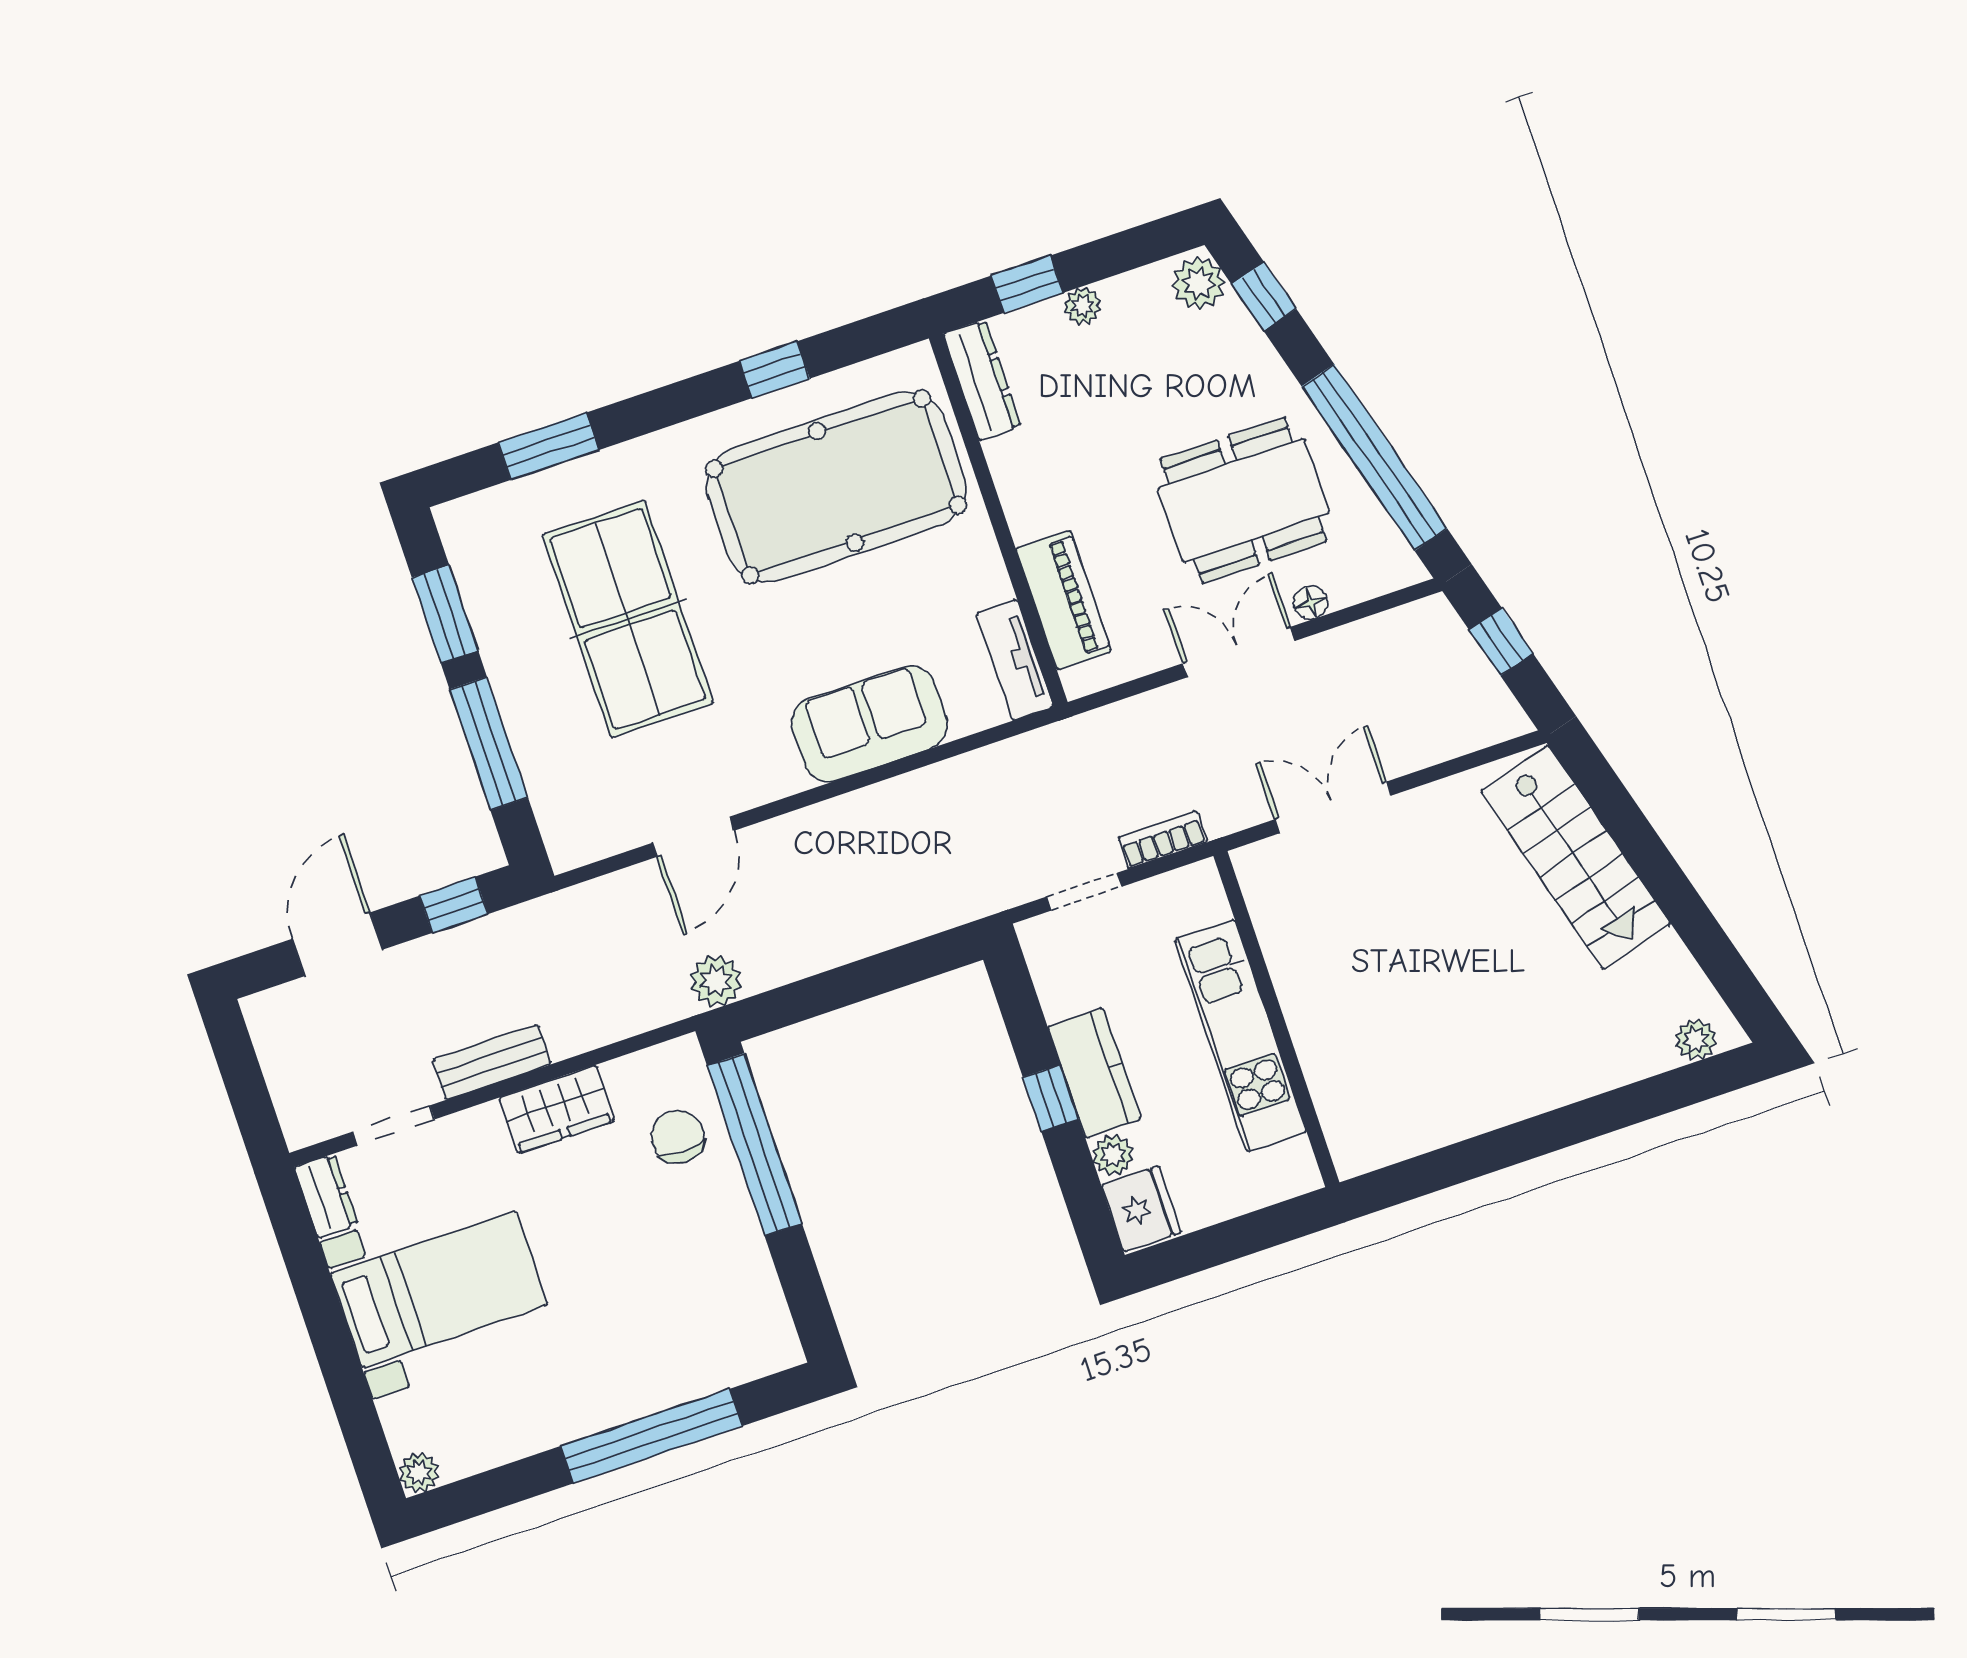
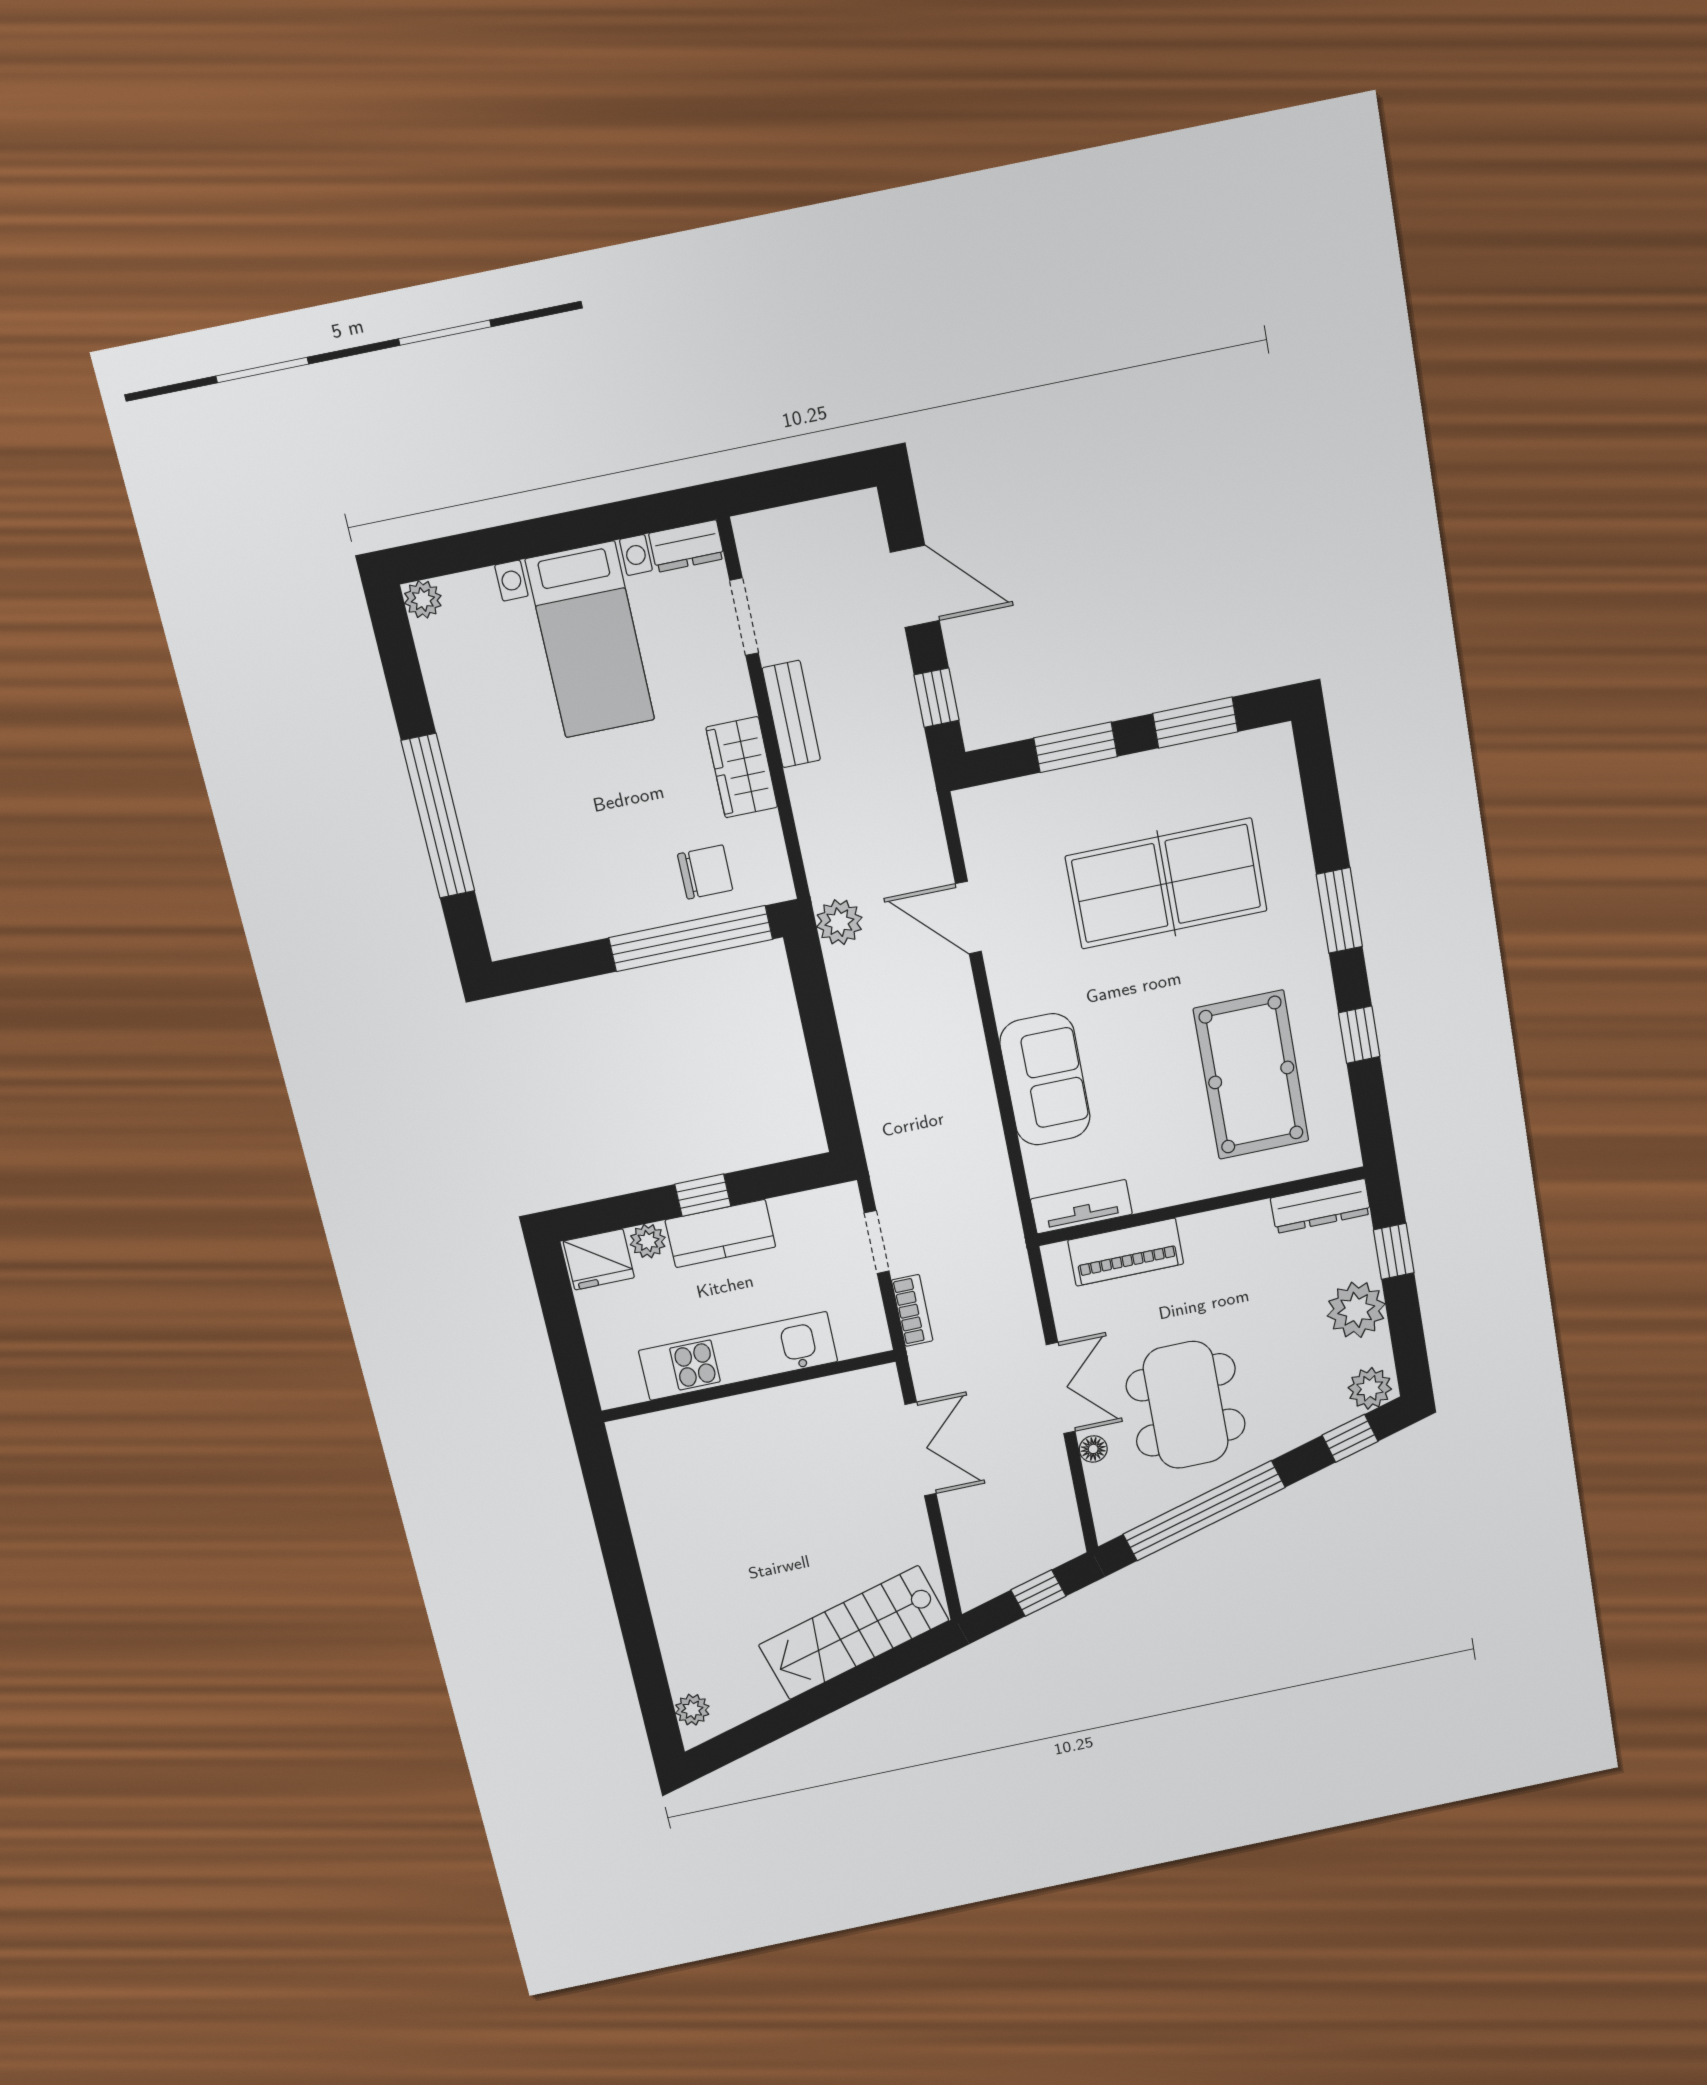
plant: (1083, 306) -> (1356, 1310), width x1.87, depth x1.87
window: (548, 446) -> (1339, 910), moved
pool table: (836, 487) -> (1251, 1075), width x0.73, depth x0.76
window: (489, 743) -> (1076, 747), width x0.69

